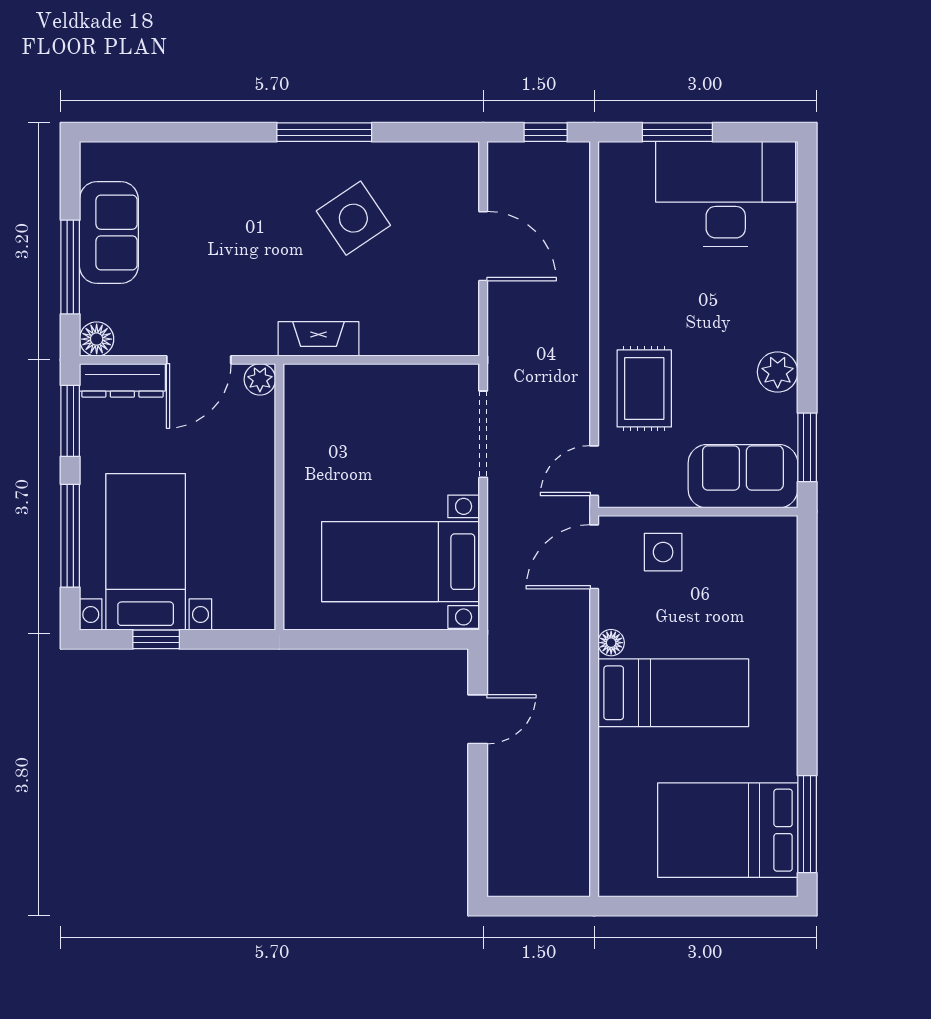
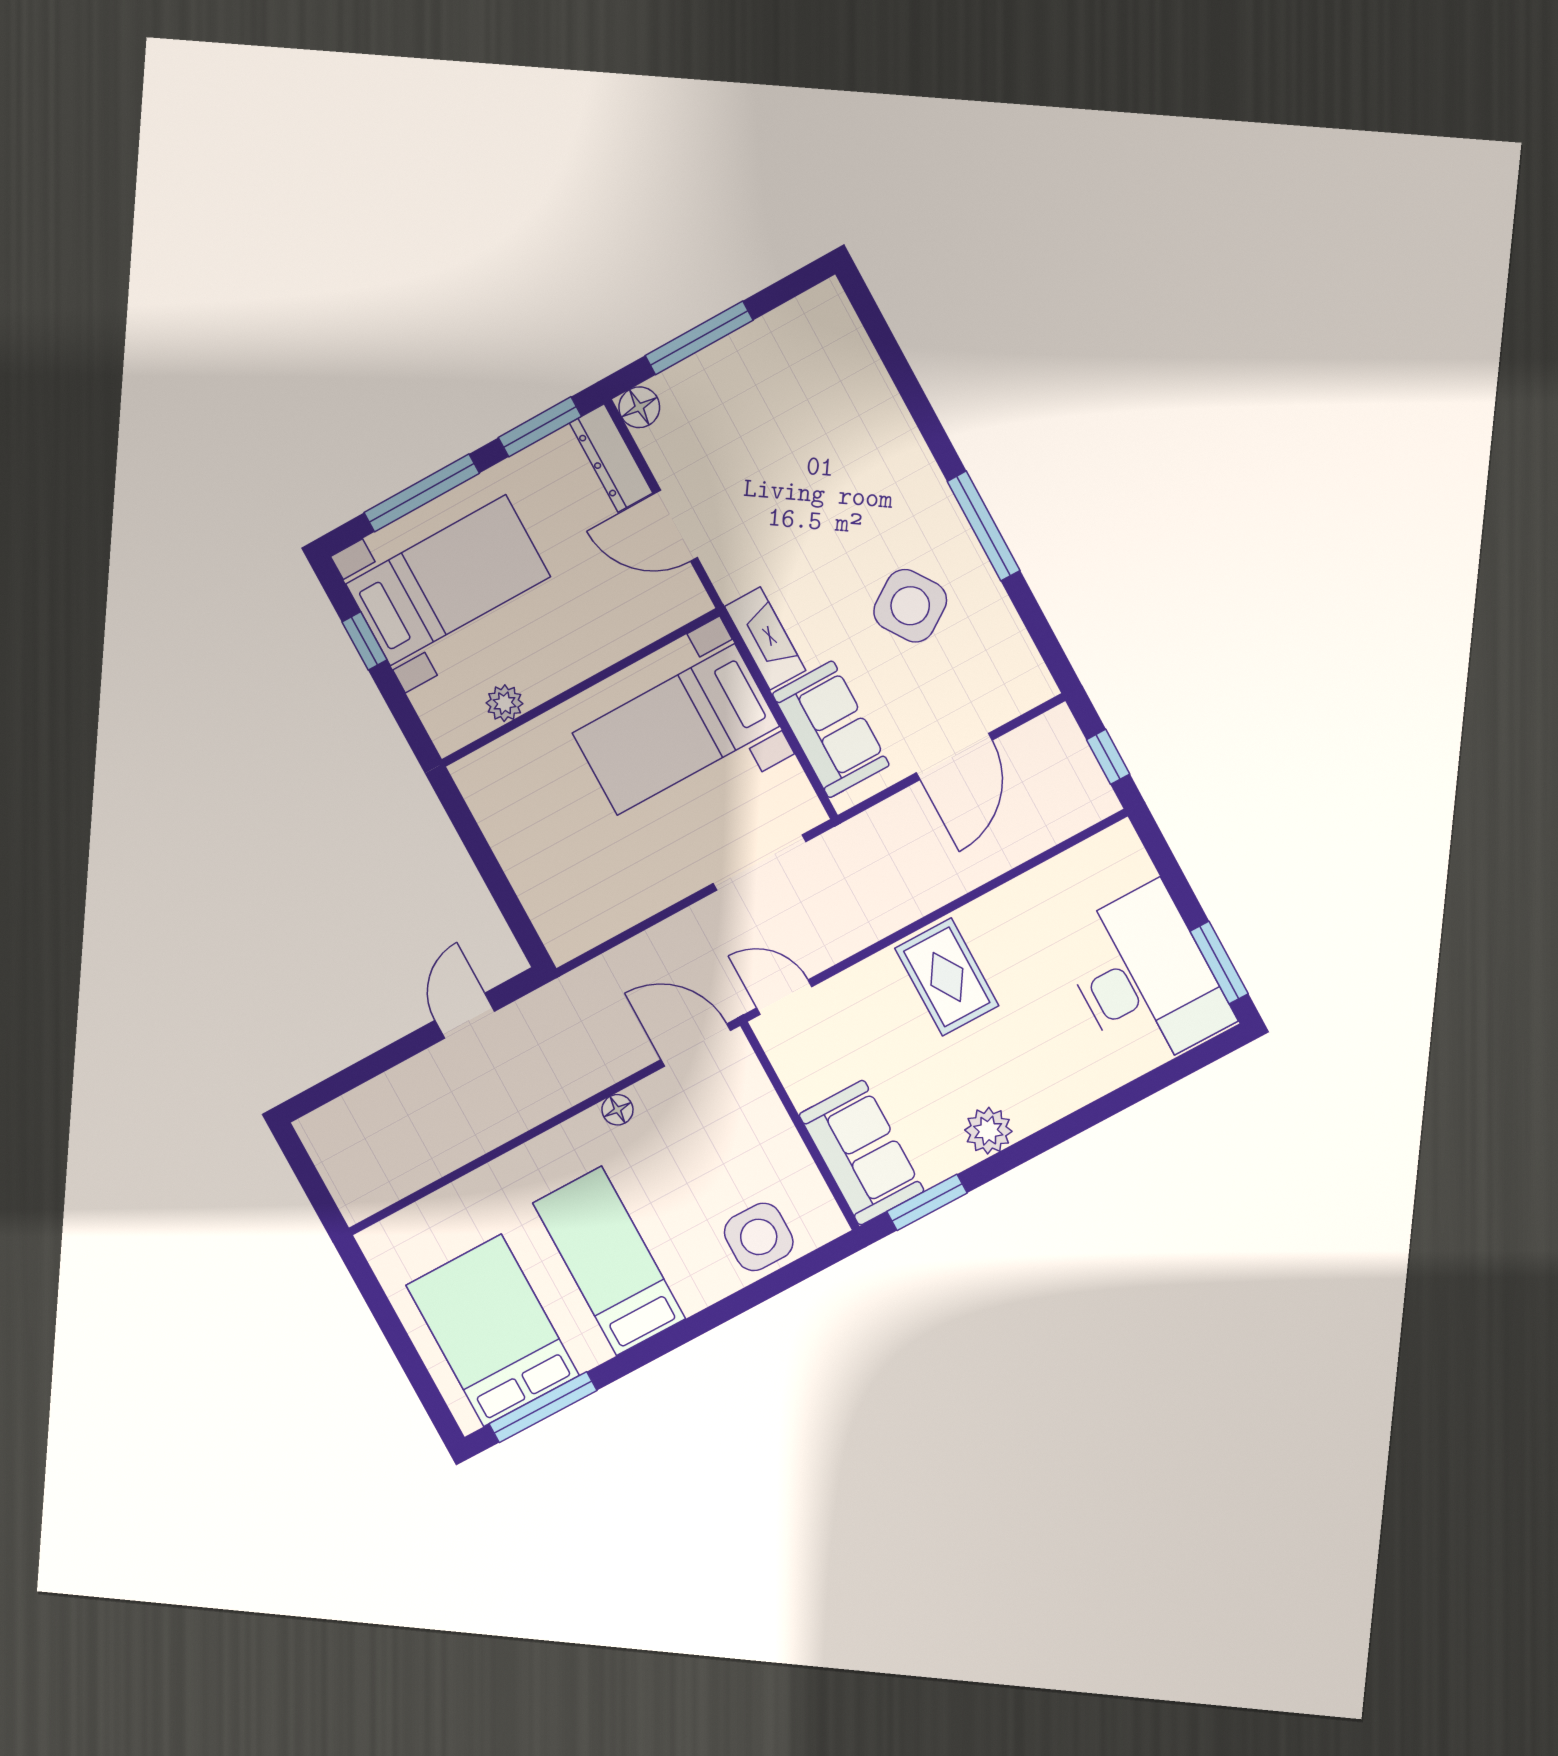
window: (677, 132) -> (1219, 963), moved
sofa: (109, 233) -> (831, 729), moved, turned -90
plant: (260, 379) -> (505, 703), moved
rug: (644, 388) -> (947, 977), moved, turned 90
side table: (663, 552) -> (759, 1237), moved, width x1.37, depth x1.37
bed with nightstands: (401, 562) -> (676, 730), moved, turned -90
bed: (673, 693) -> (609, 1261), moved, turned 180
door: (478, 719) -> (465, 1016), swing flipped

